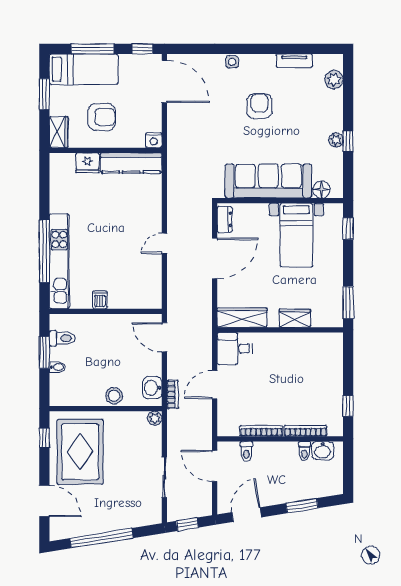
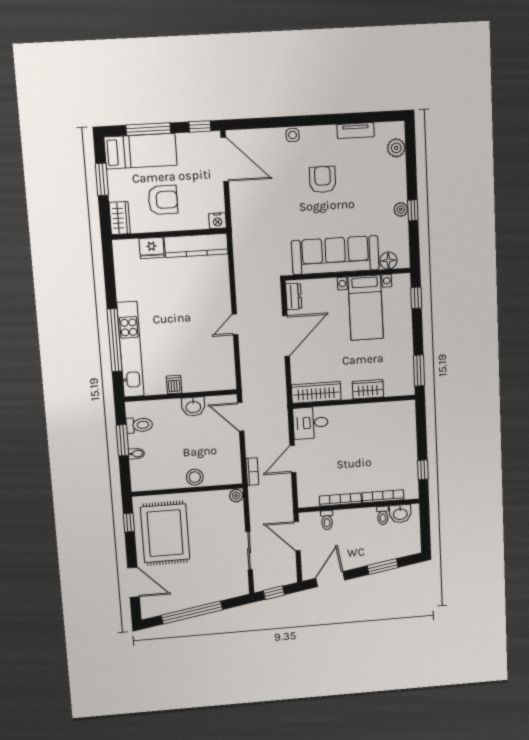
washbasin: (152, 388) -> (193, 407), moved, turned -90

